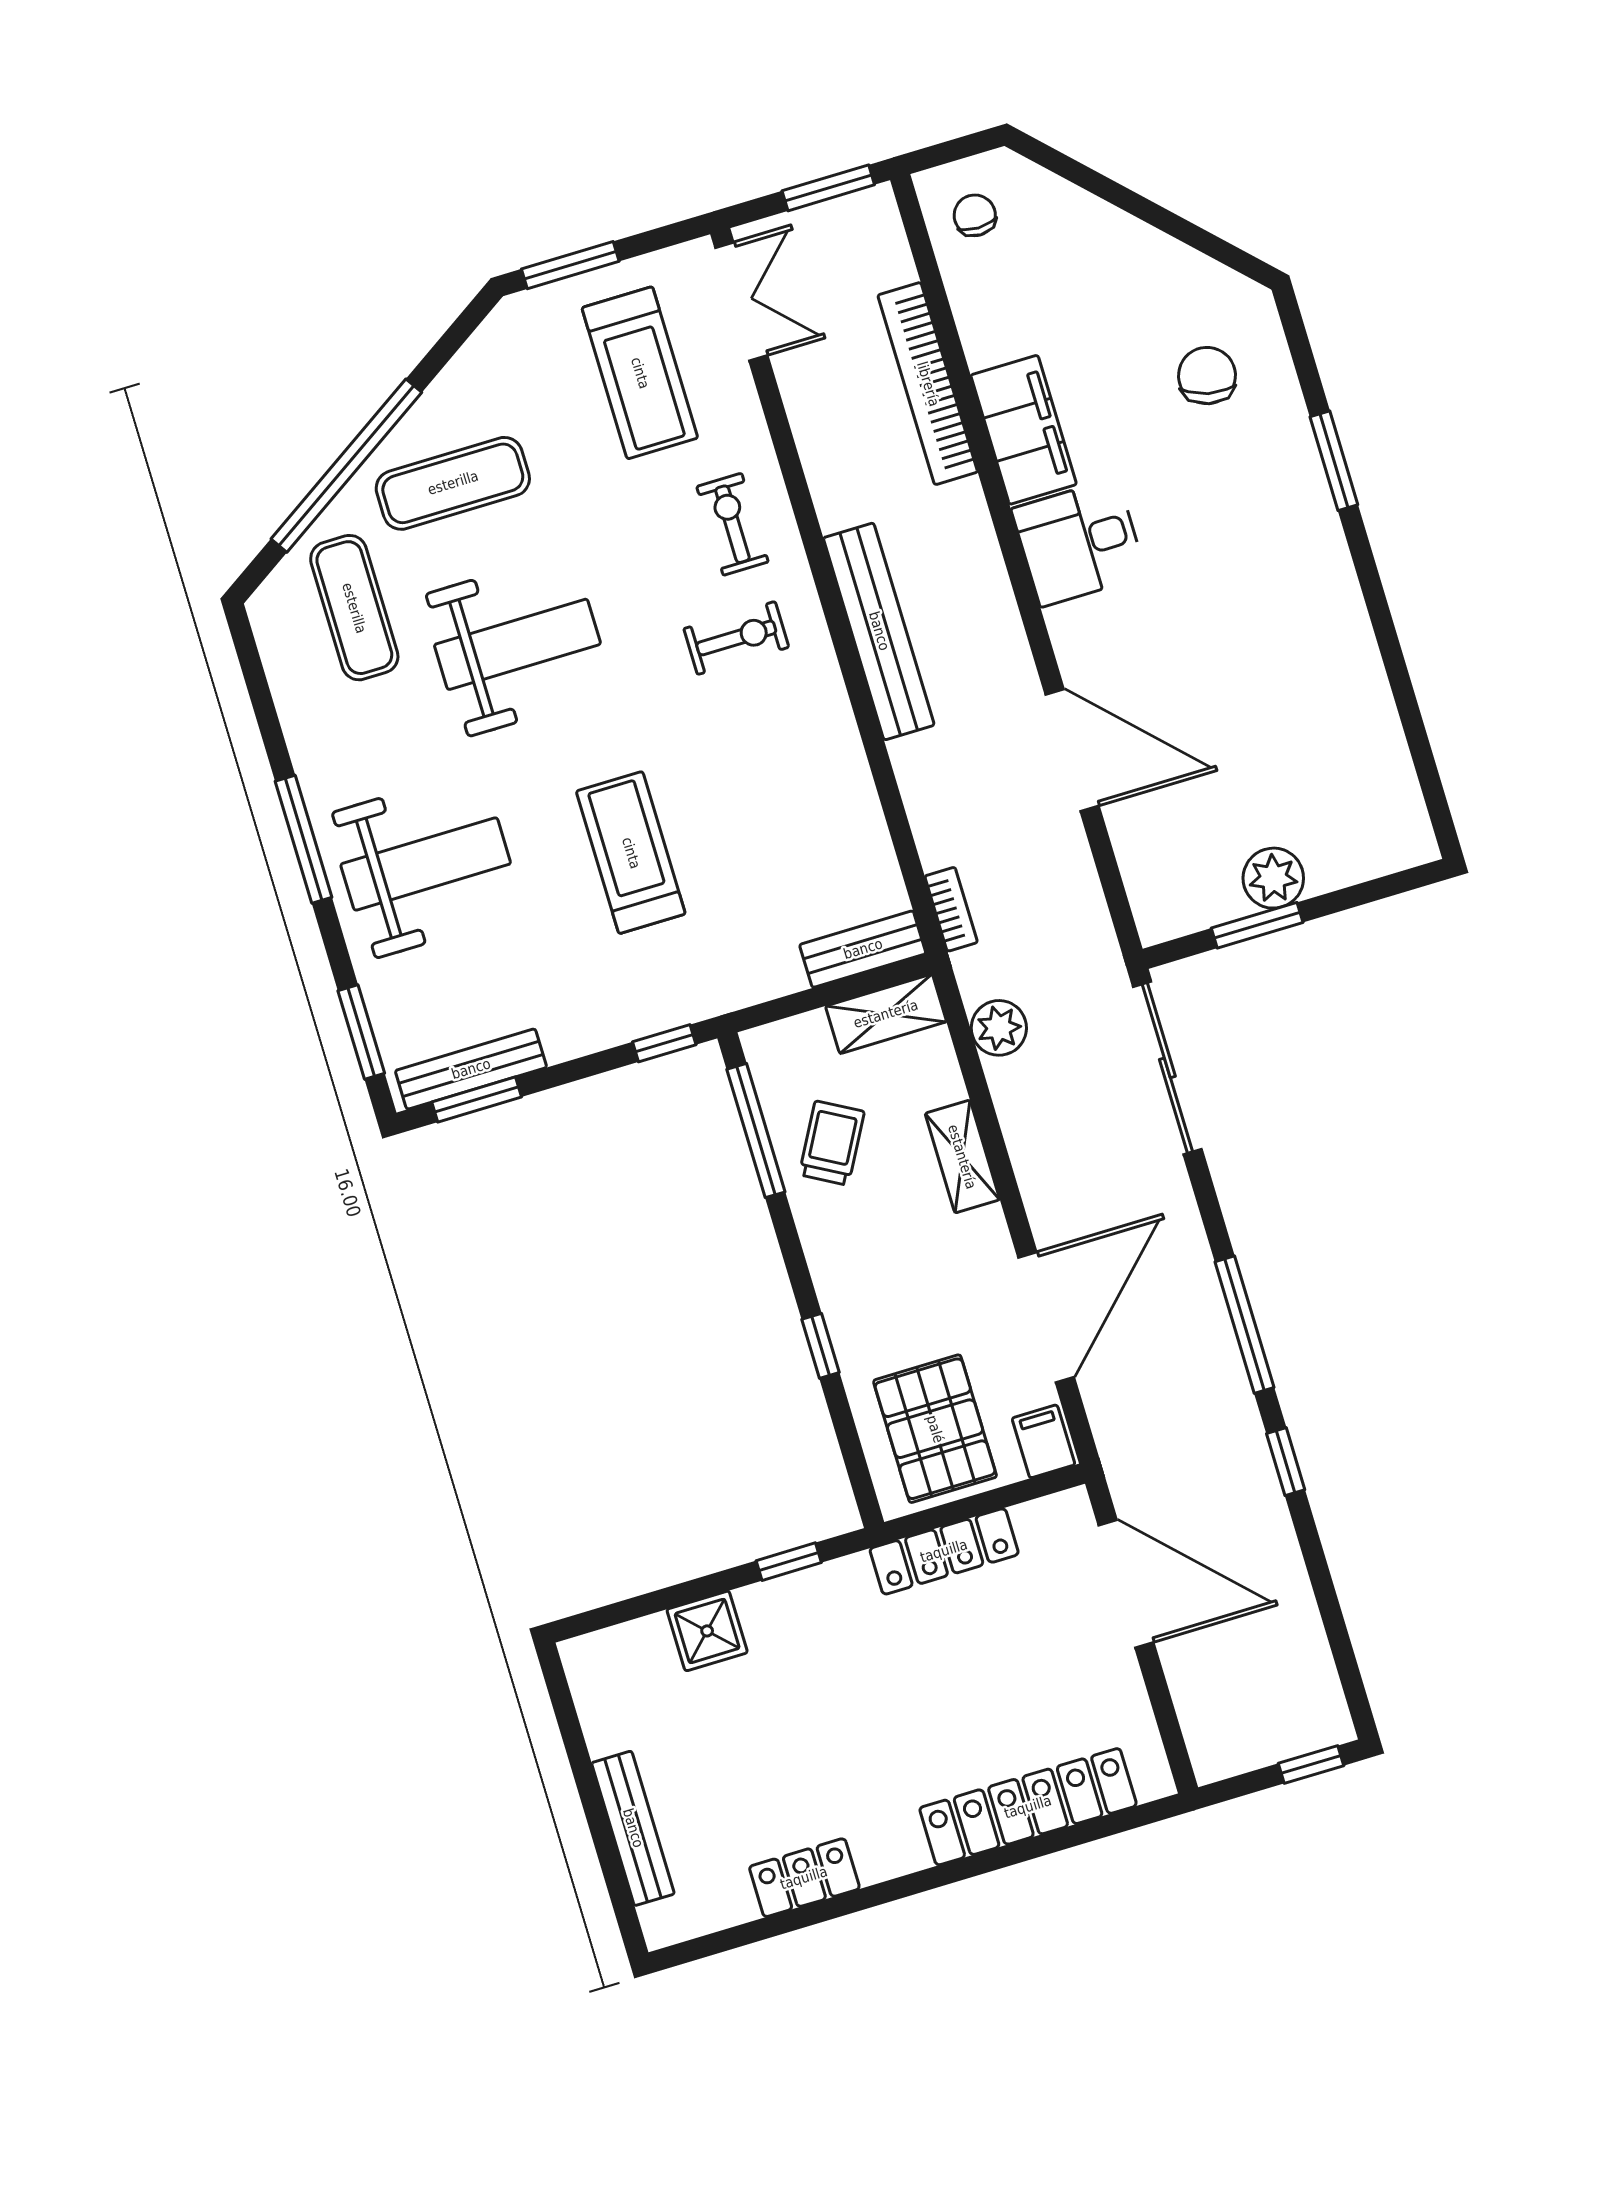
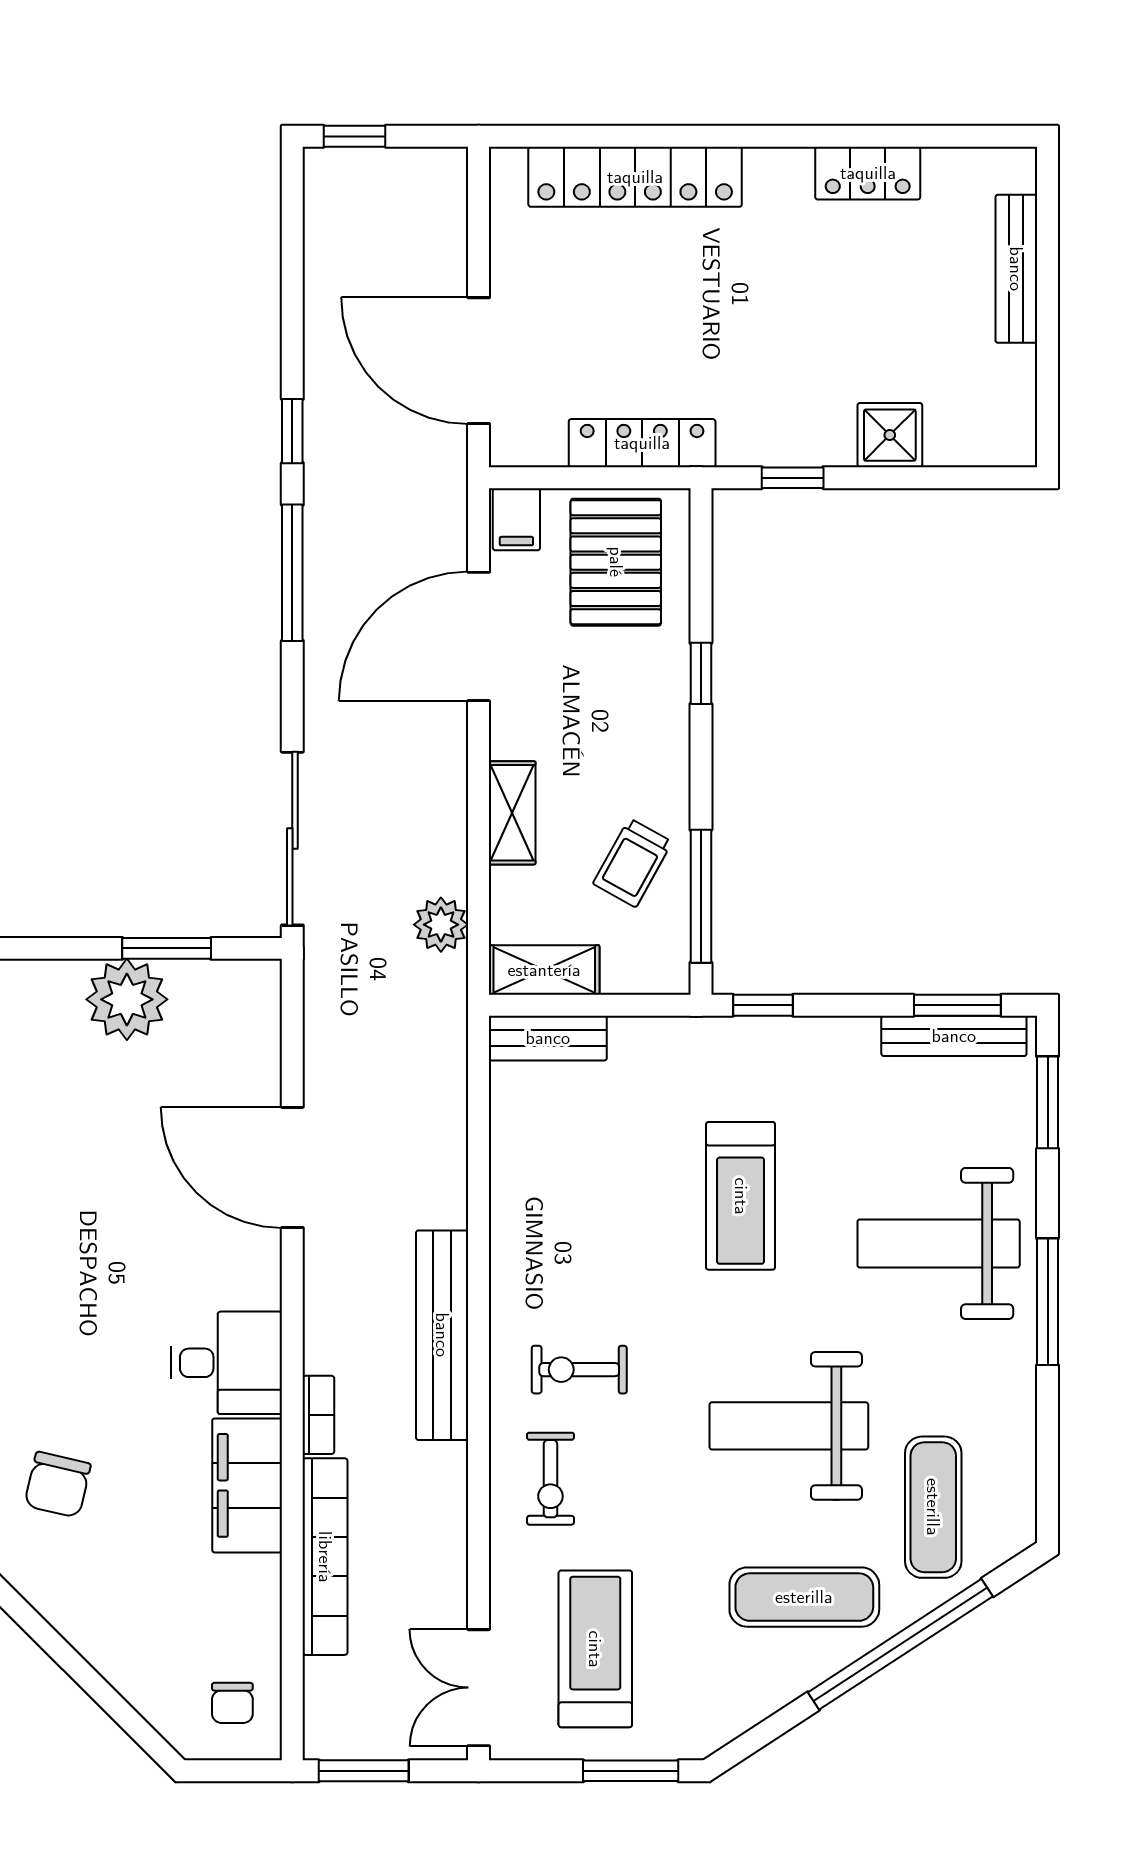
plant: (1273, 878) -> (127, 999), width x1.36, depth x1.36
bookcase: (951, 909) -> (318, 1415), moved, turned 180

